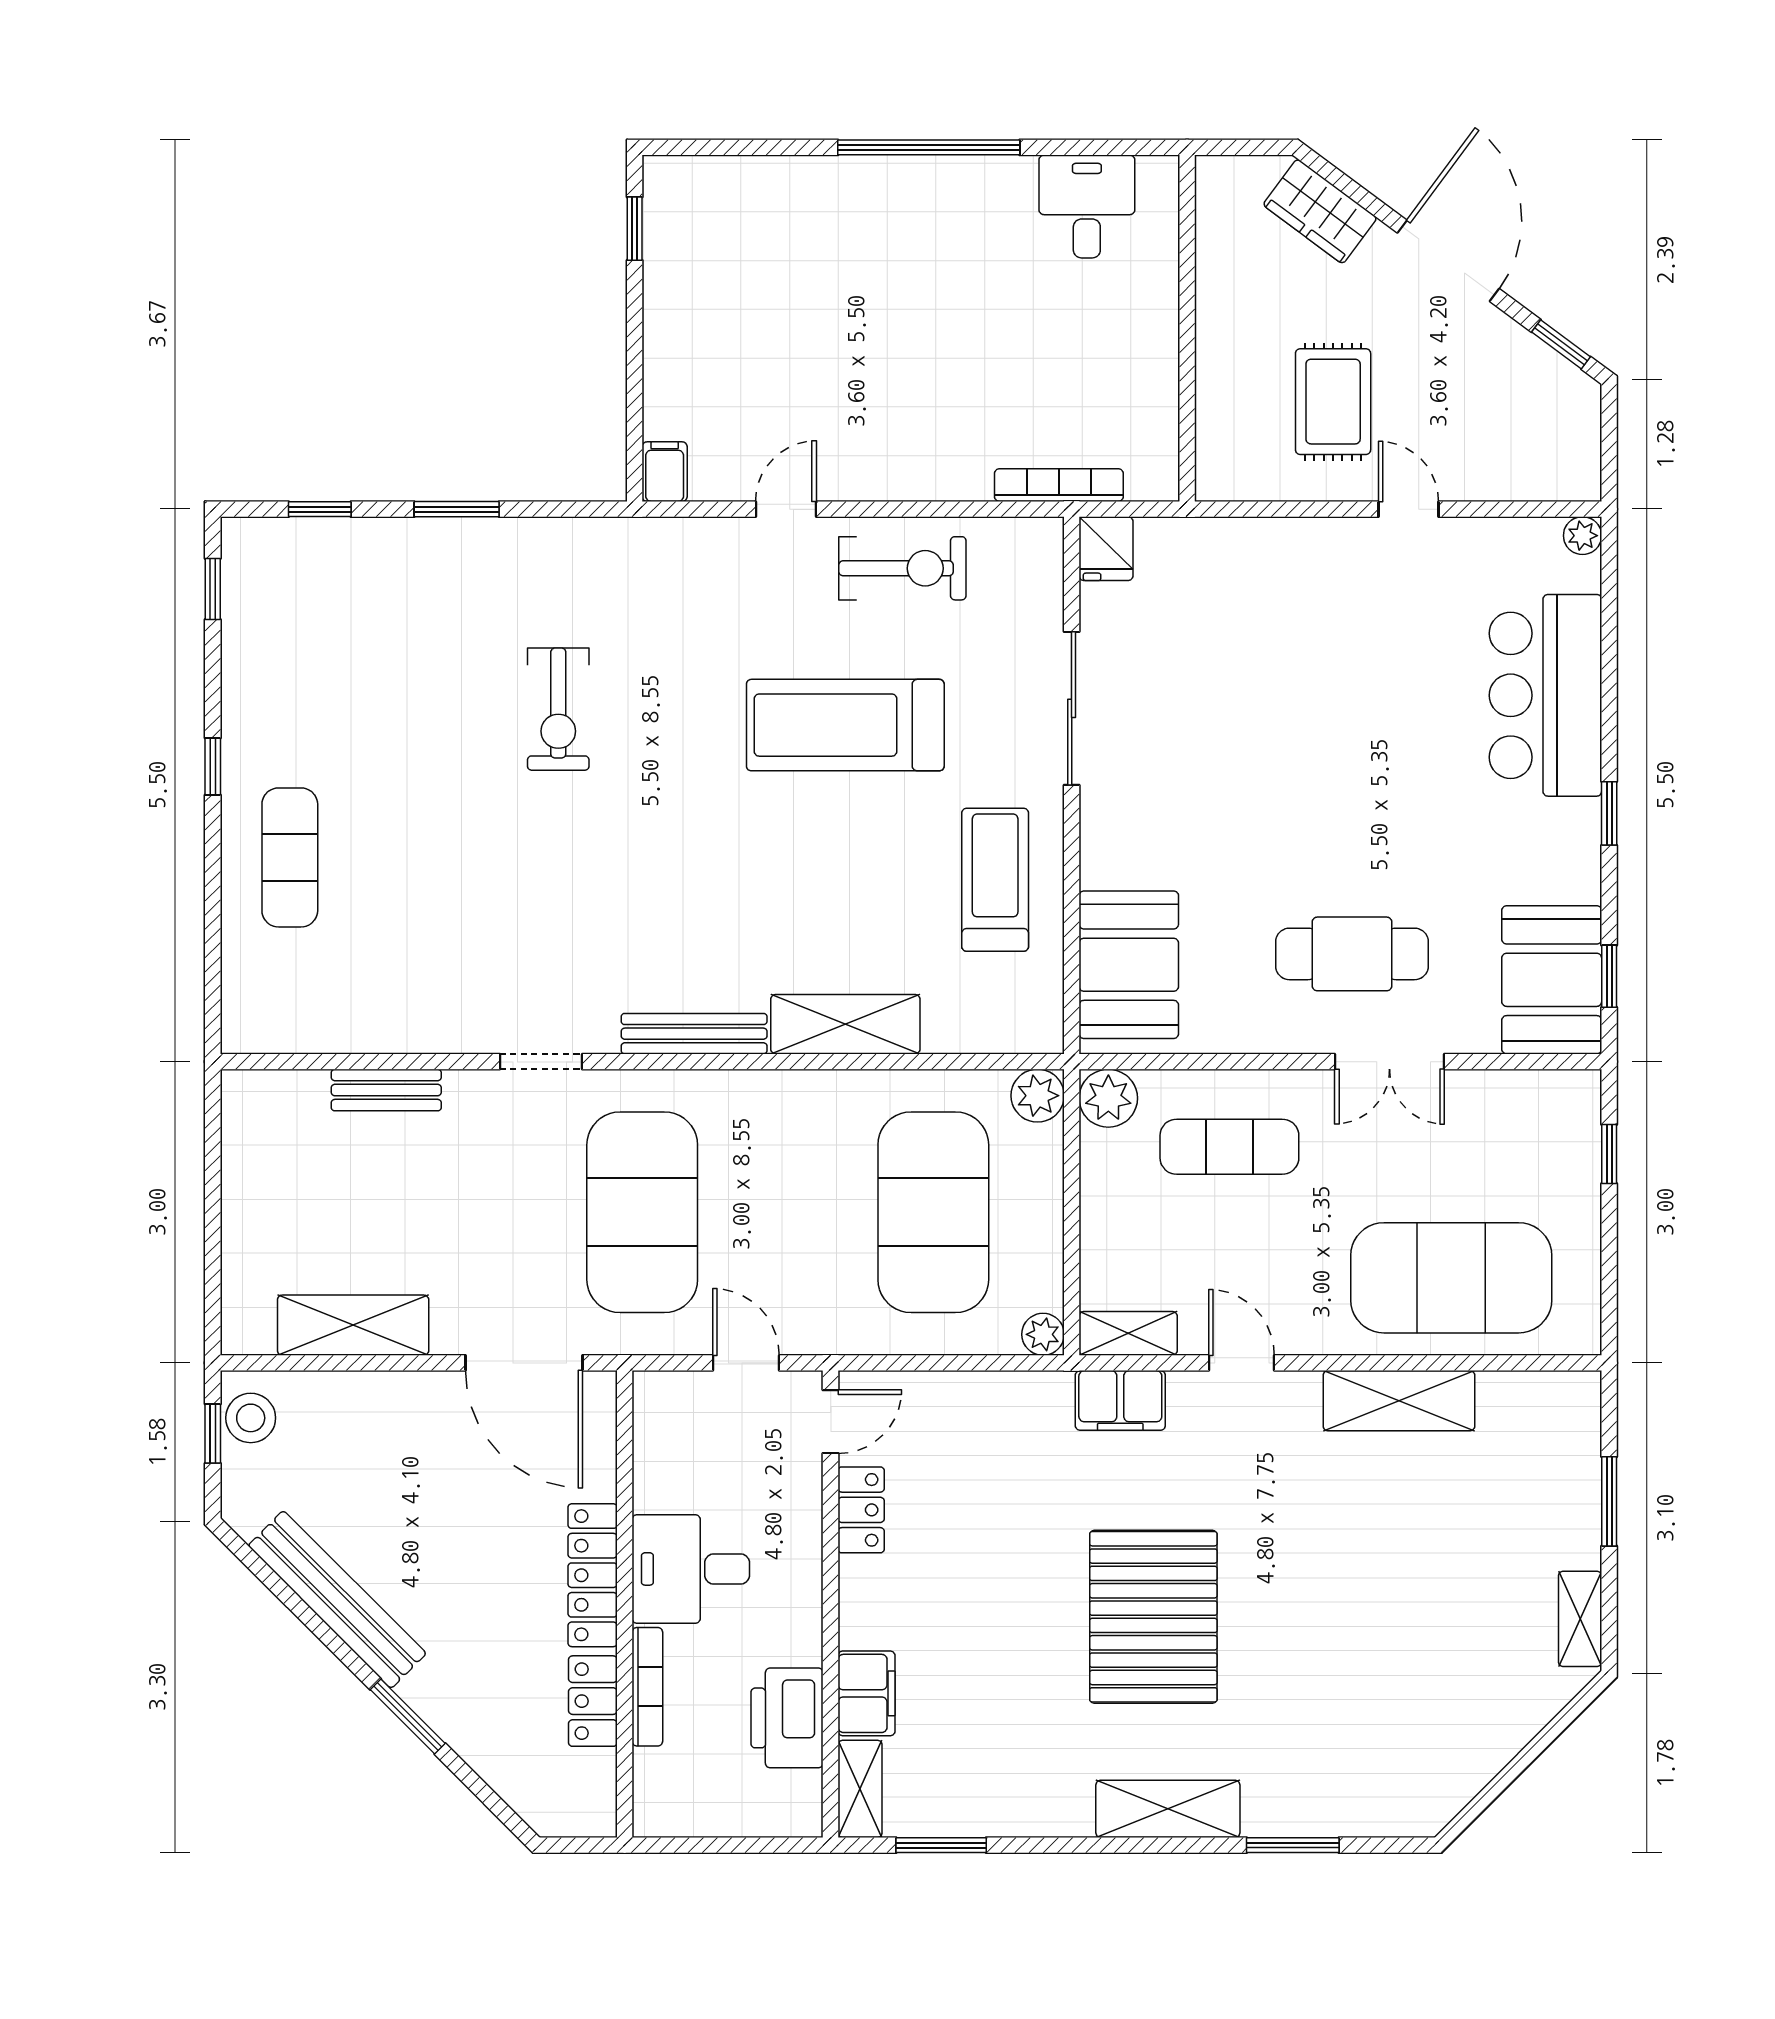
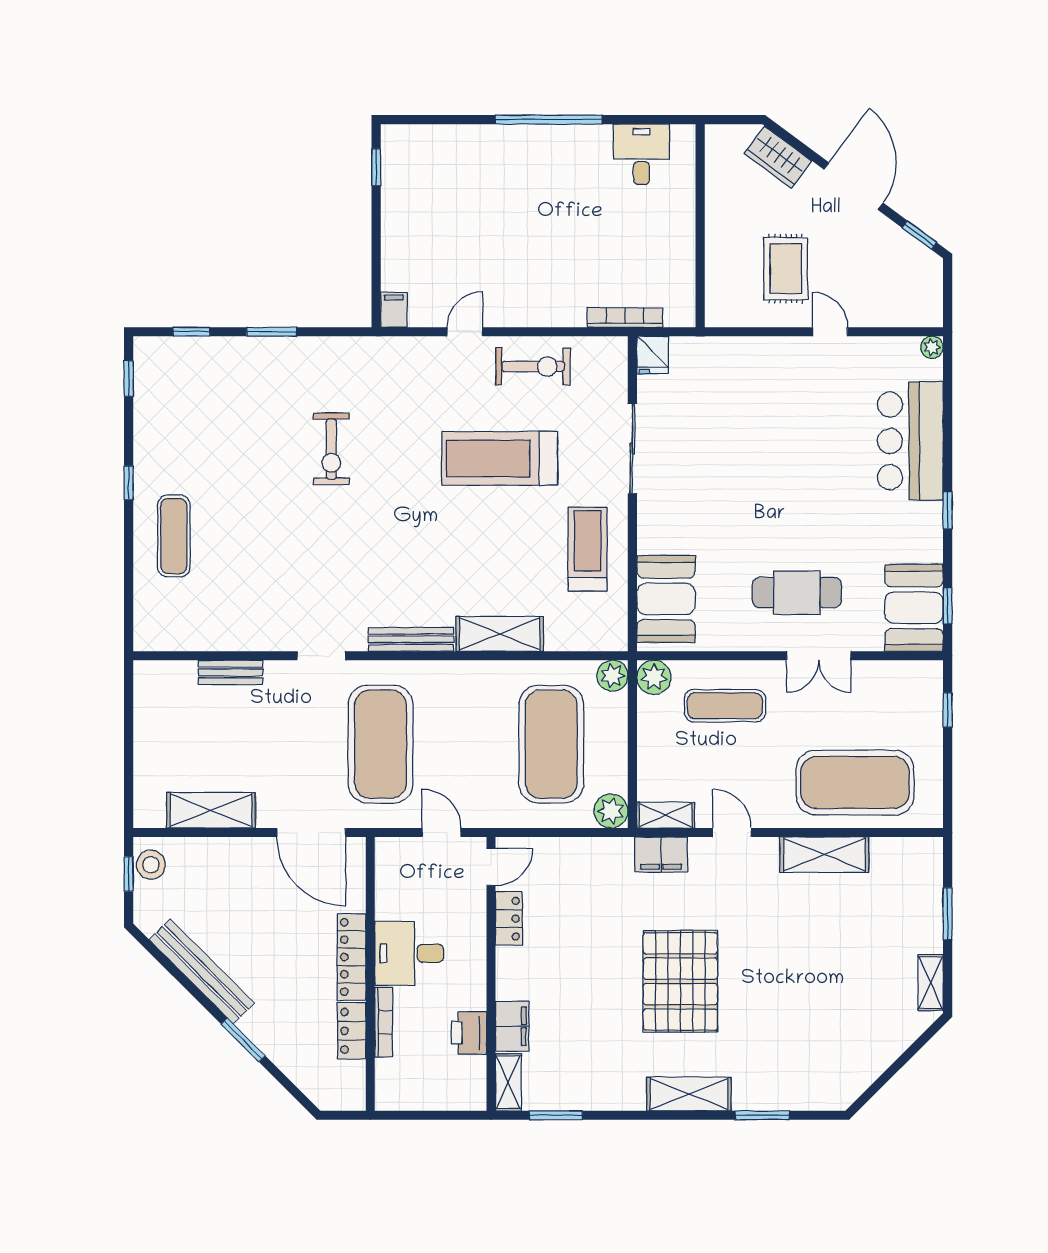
plant: (1043, 1334) -> (611, 811), width x1.38, depth x1.38
printer: (787, 1718) -> (469, 1033), width x0.73, depth x0.84

